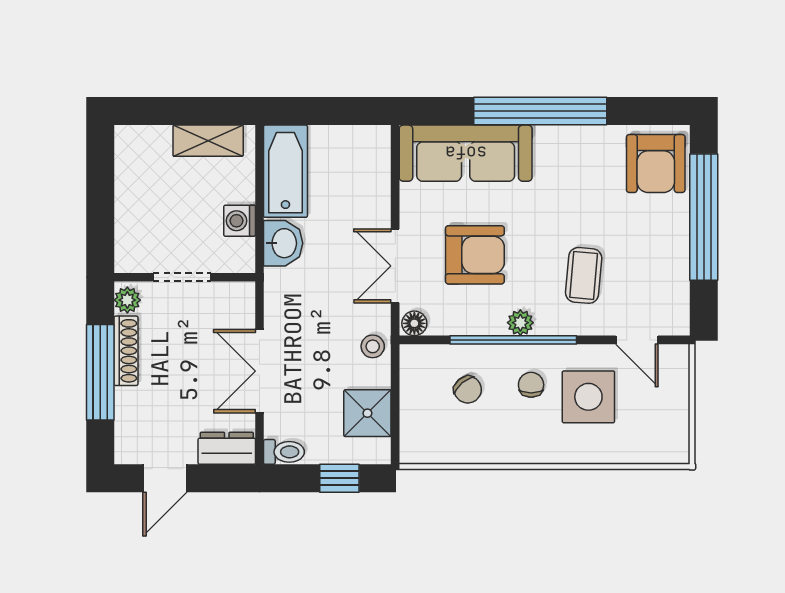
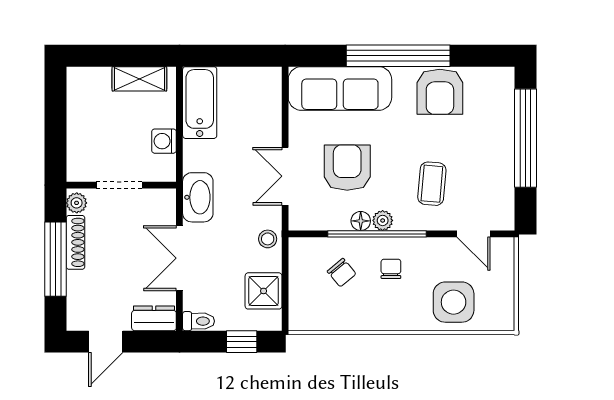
armchair: (656, 163) -> (440, 92), moved
washbasin: (283, 243) -> (198, 197), moved, width x1.38
armchair: (475, 255) -> (347, 168), turned -90
floor lamp: (414, 323) -> (361, 221), moved
side table: (588, 397) -> (454, 302), moved

